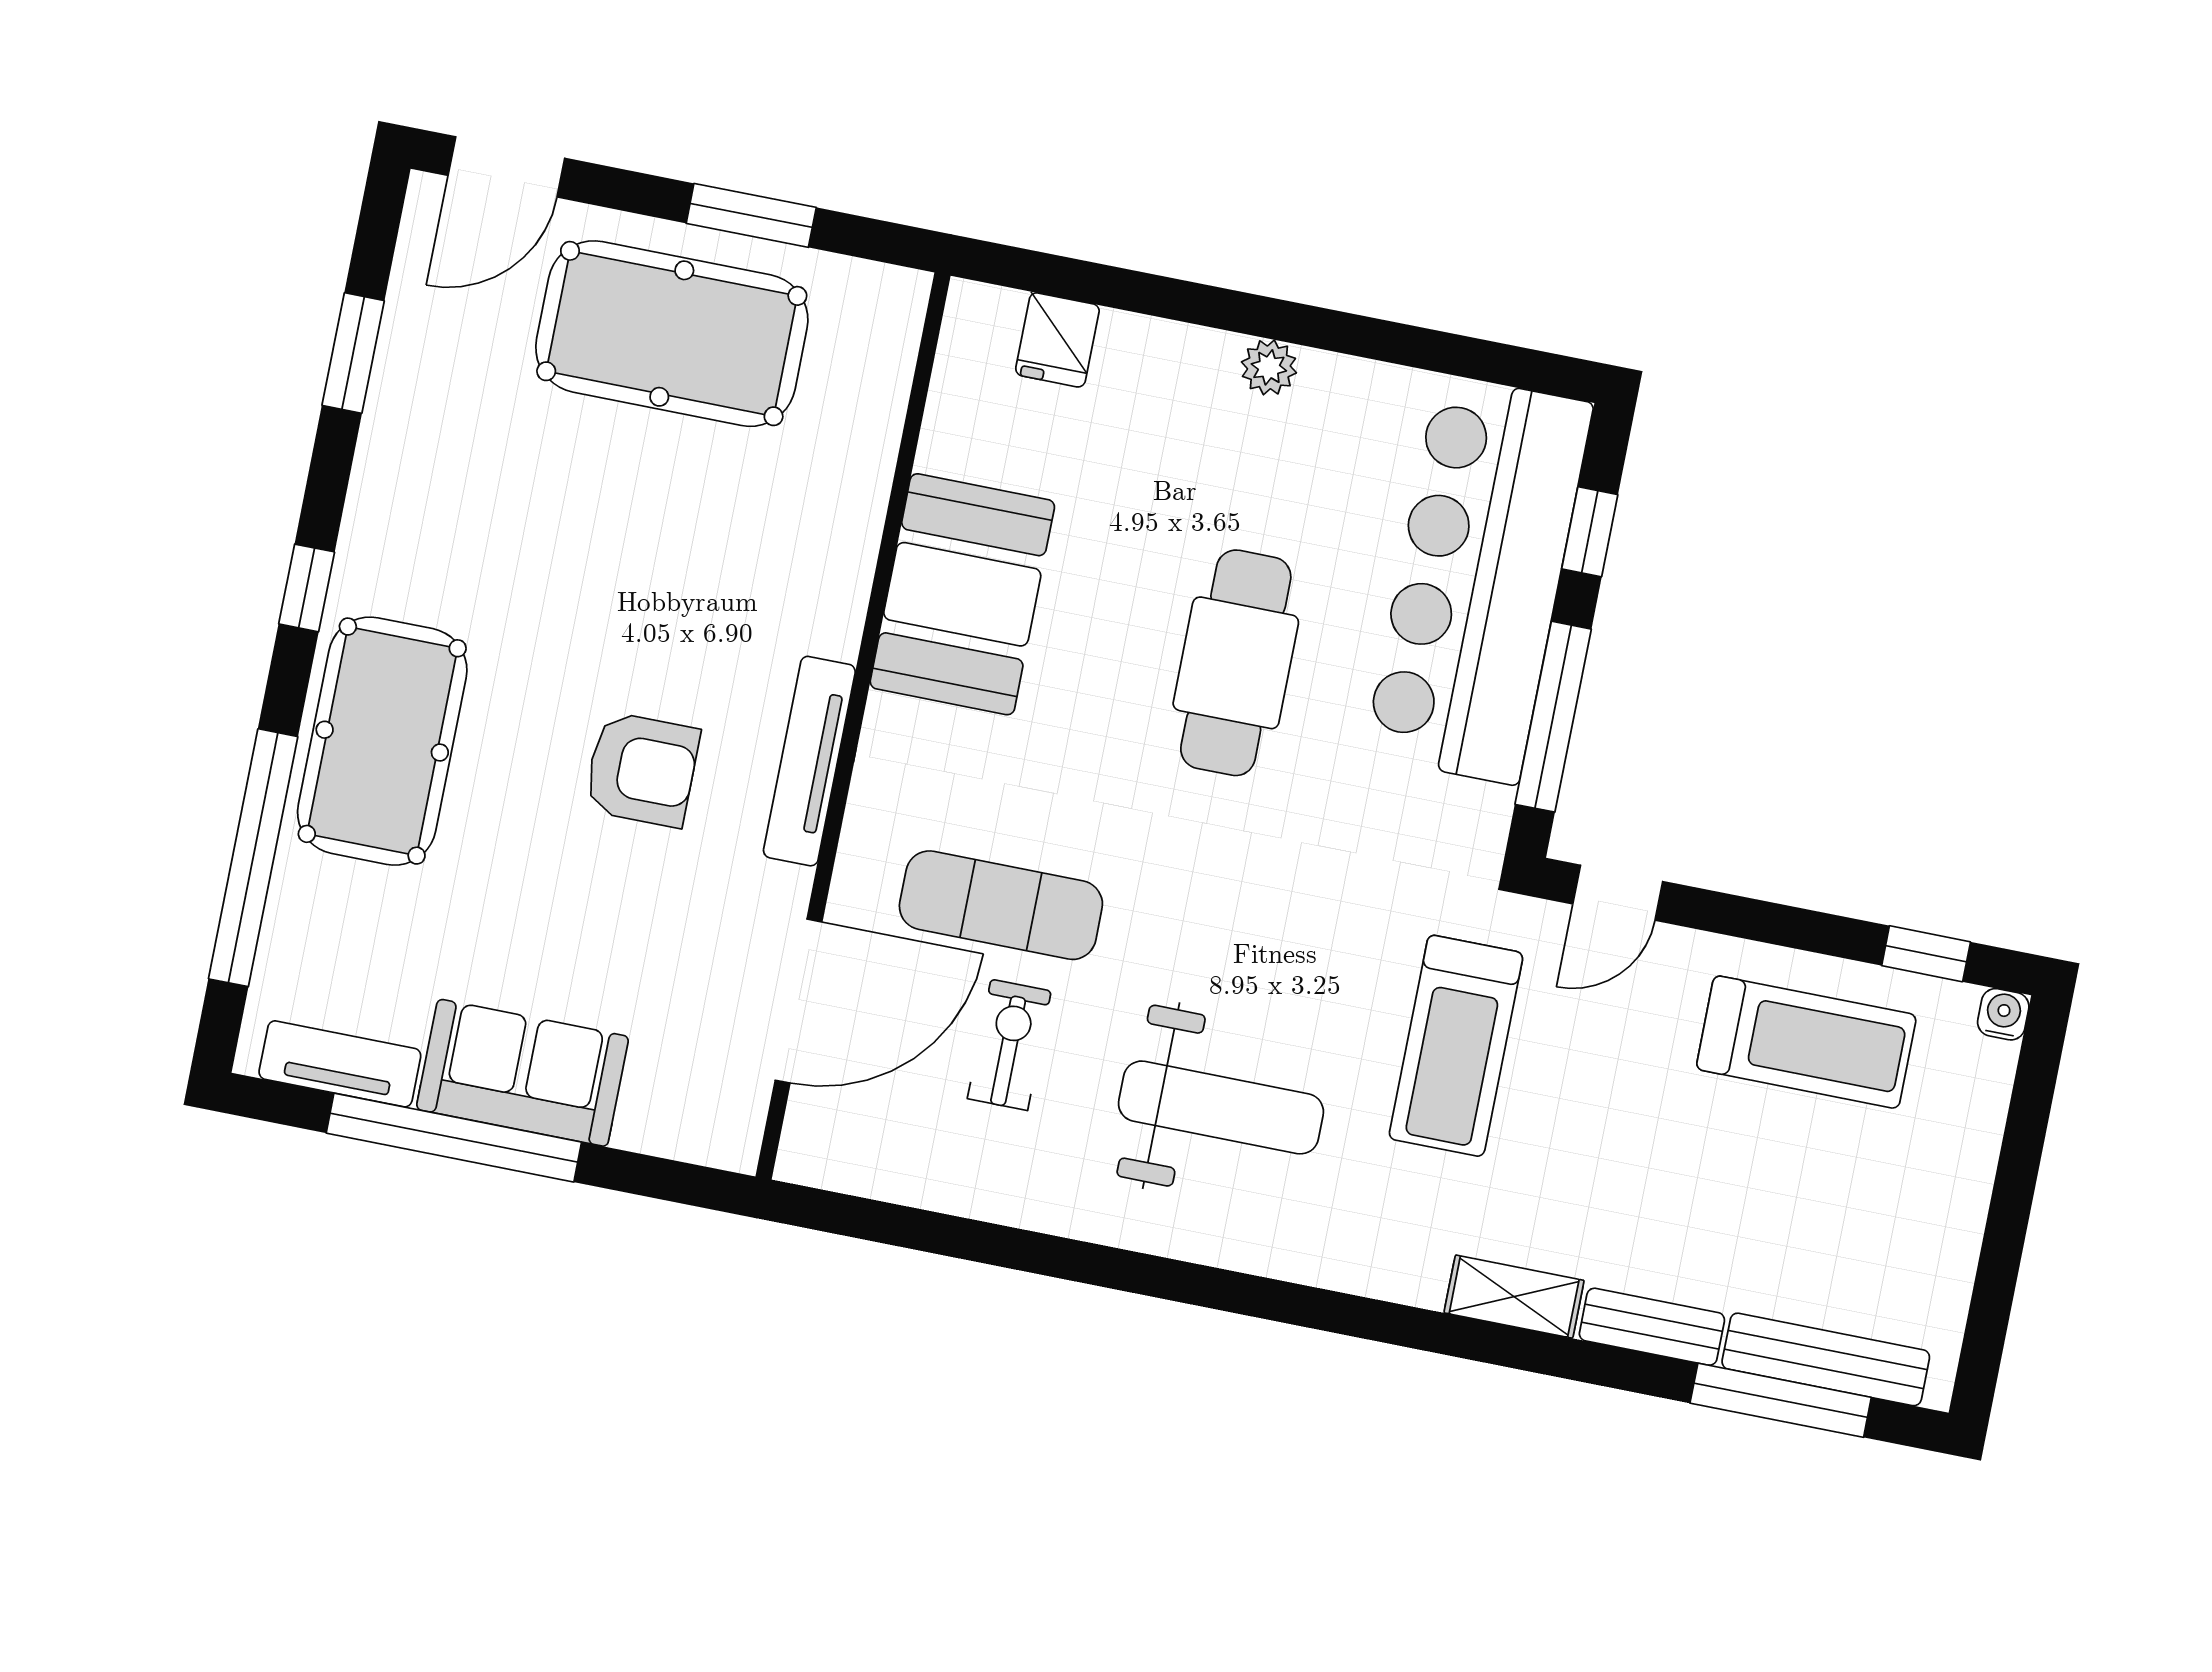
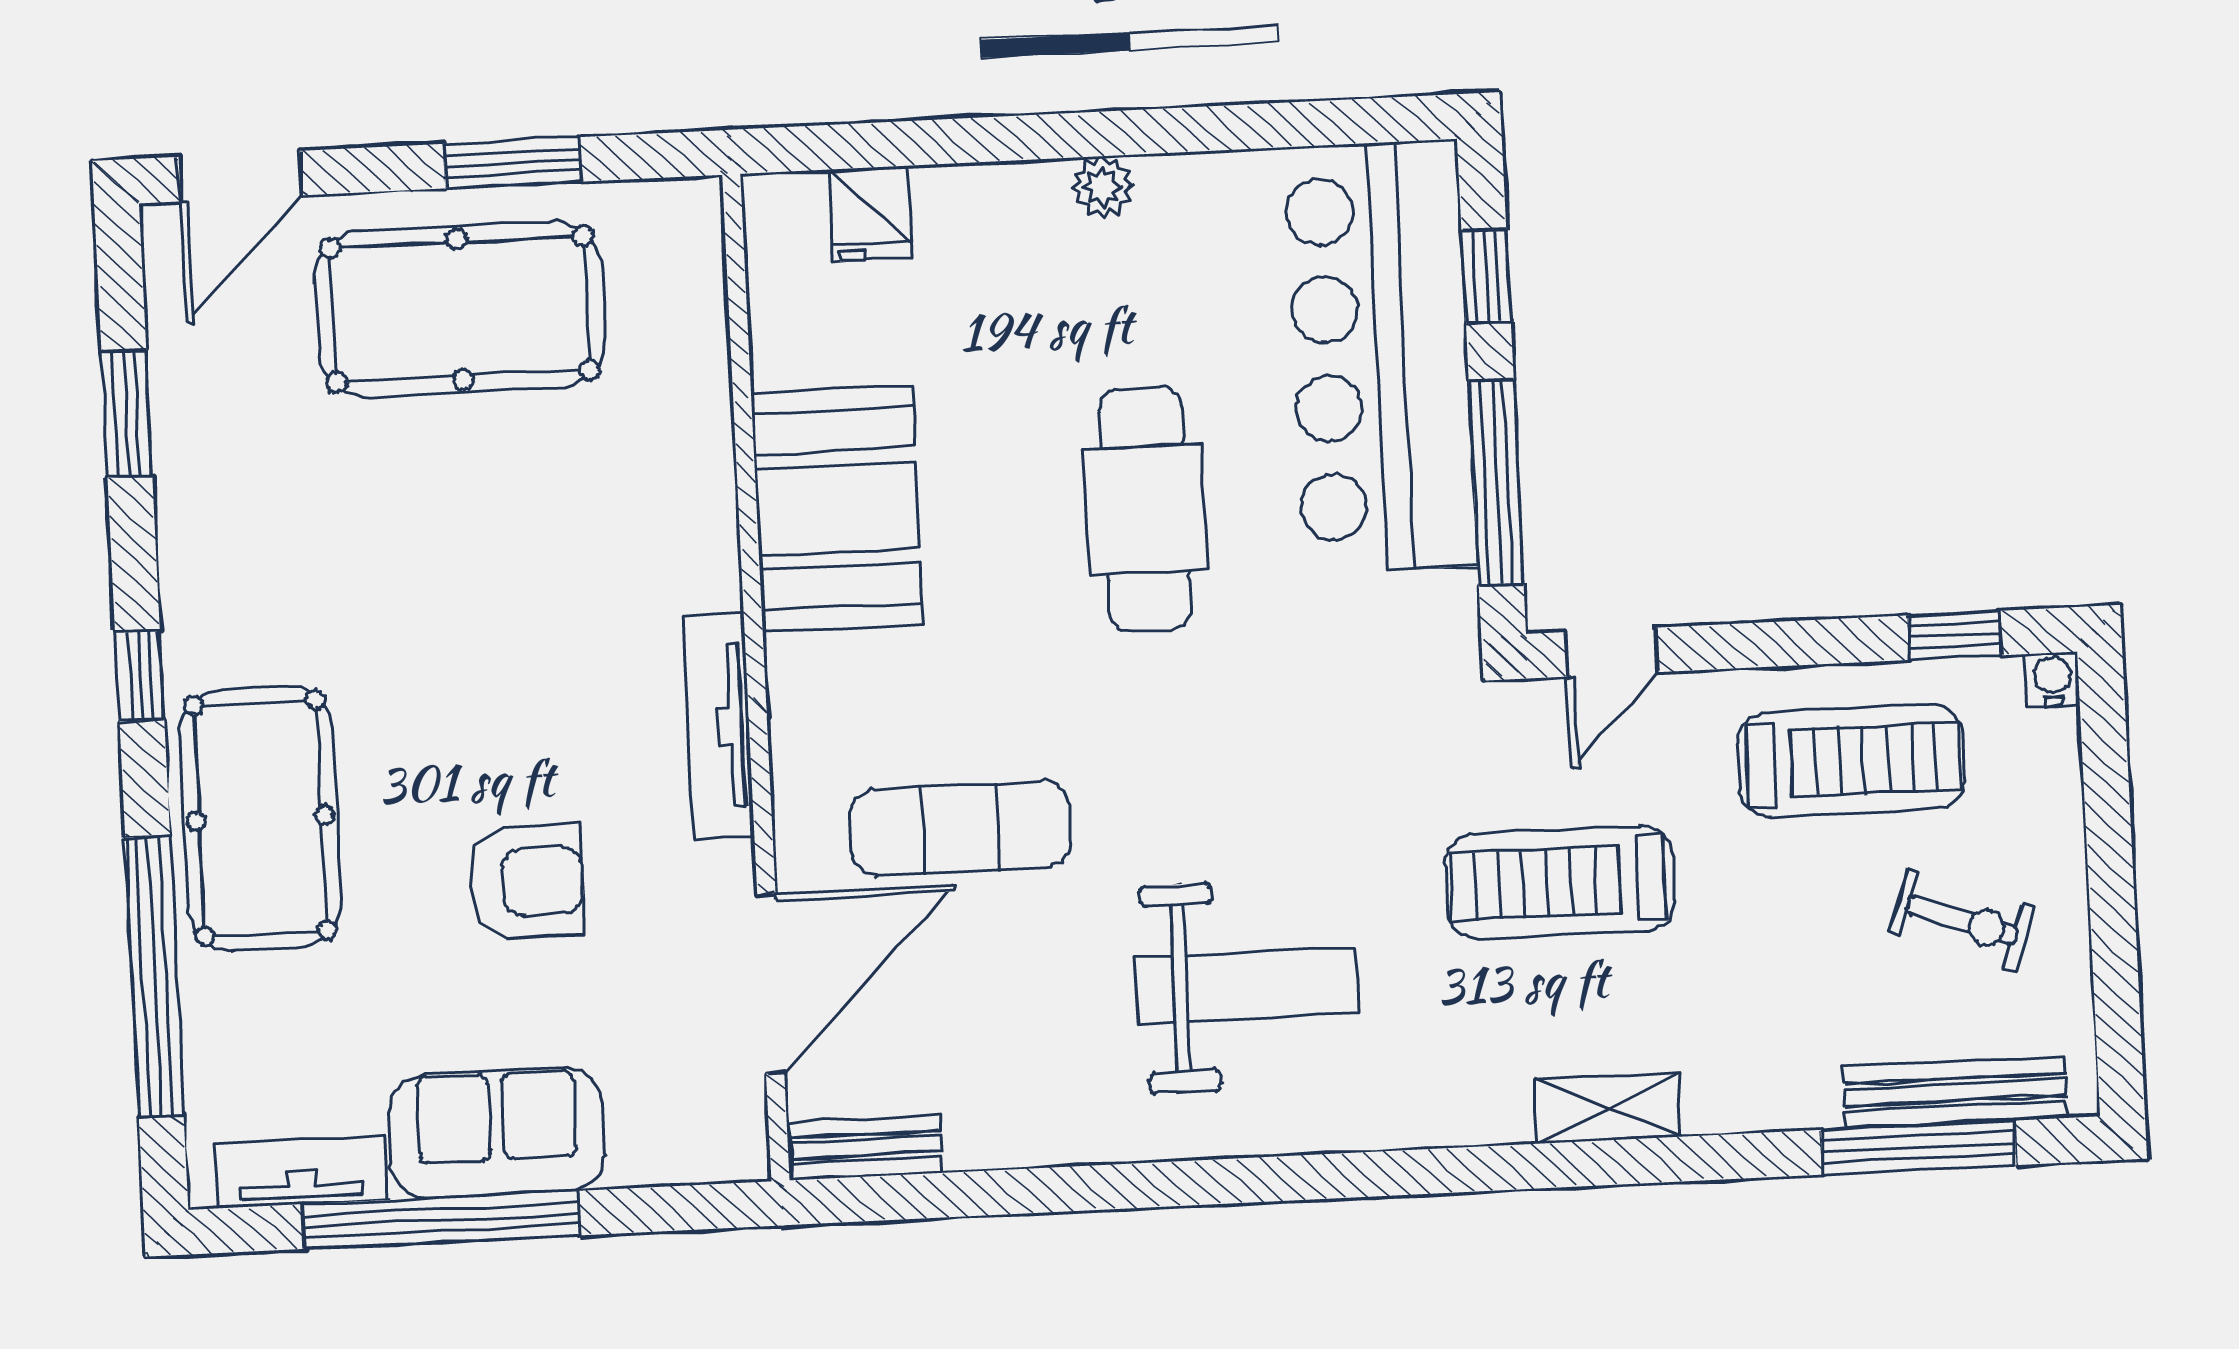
armchair: (642, 769) -> (527, 882), moved
exercise bike: (1009, 1045) -> (1962, 920), moved, turned 110
treadmill: (1456, 1046) -> (1560, 882), moved, turned 90
bench: (1652, 1327) -> (864, 1147), moved

